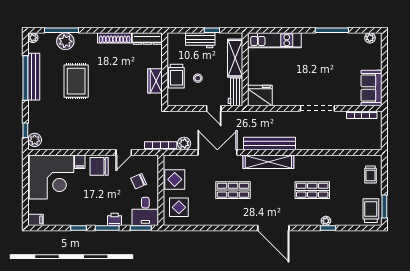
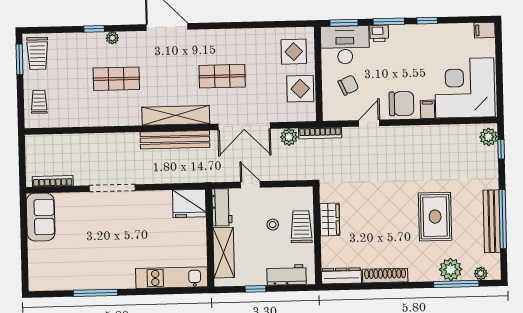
plant: (33, 38) -> (481, 273), moved
plant: (370, 38) -> (44, 284), removed
workbench: (200, 40) -> (287, 275), moved
desk: (145, 211) -> (345, 45), width x1.37
plant: (326, 221) -> (112, 38), moved

